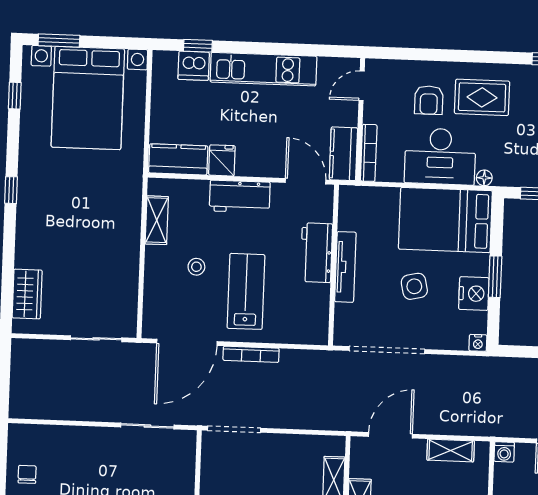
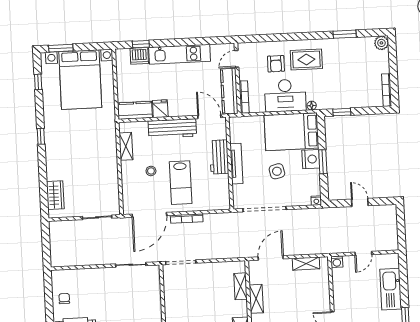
kitchen counter: (343, 154) -> (229, 91), width x1.50
workbench: (240, 197) -> (172, 129), width x1.37
lab bench: (246, 291) -> (181, 183), turned 180
nightstand: (474, 294) -> (311, 159), moved

